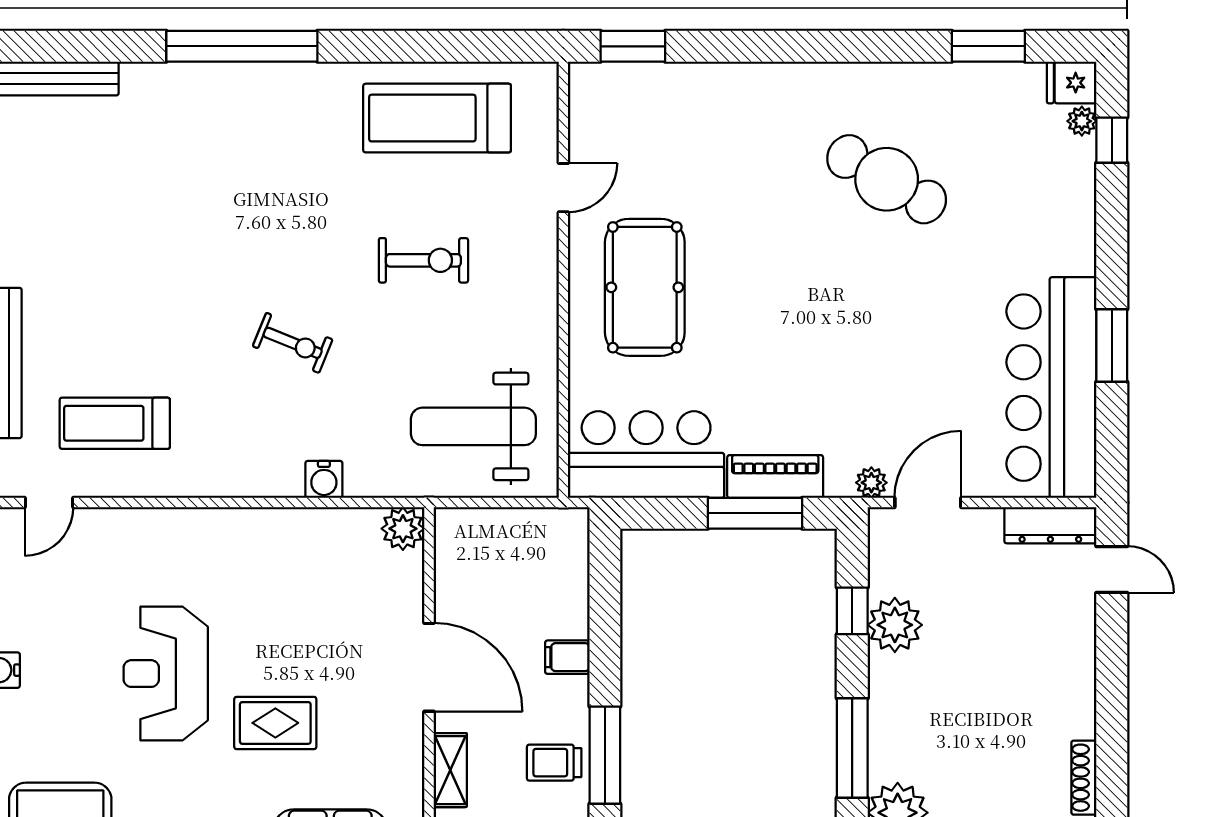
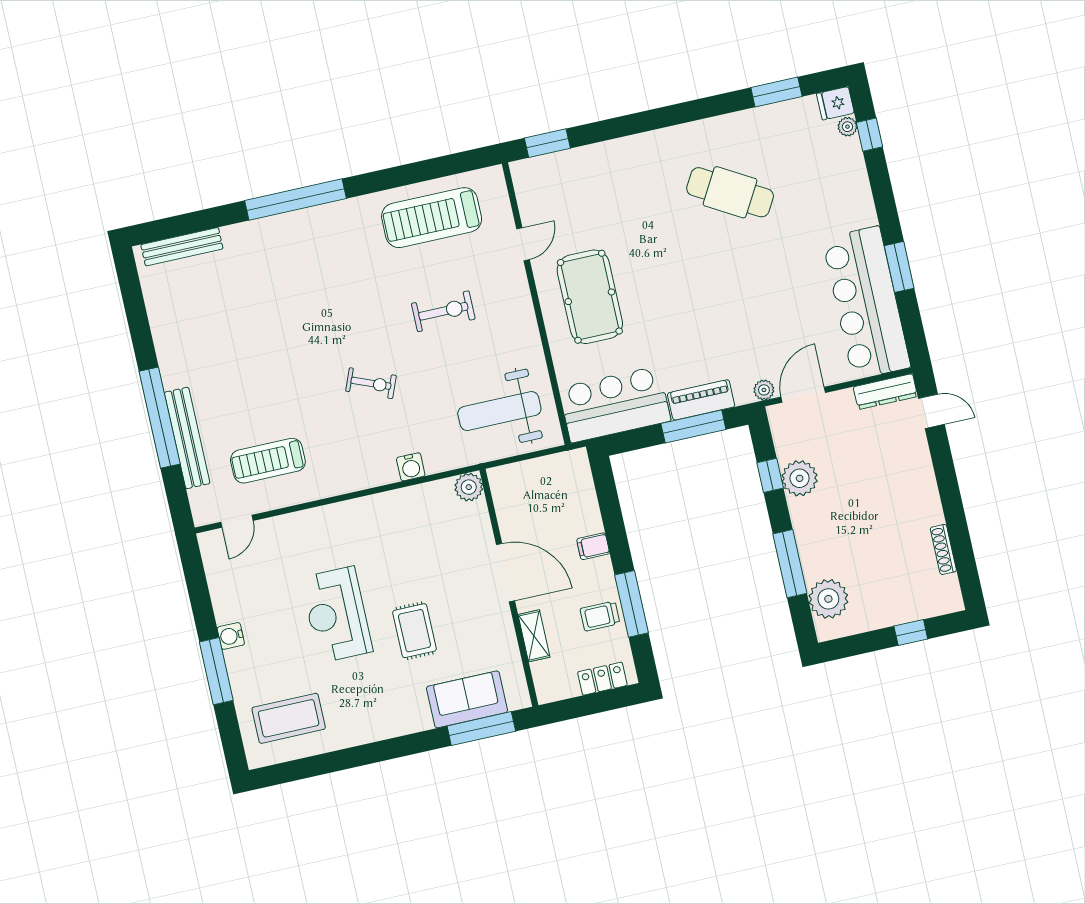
rug: (275, 723) -> (414, 631), turned 90

